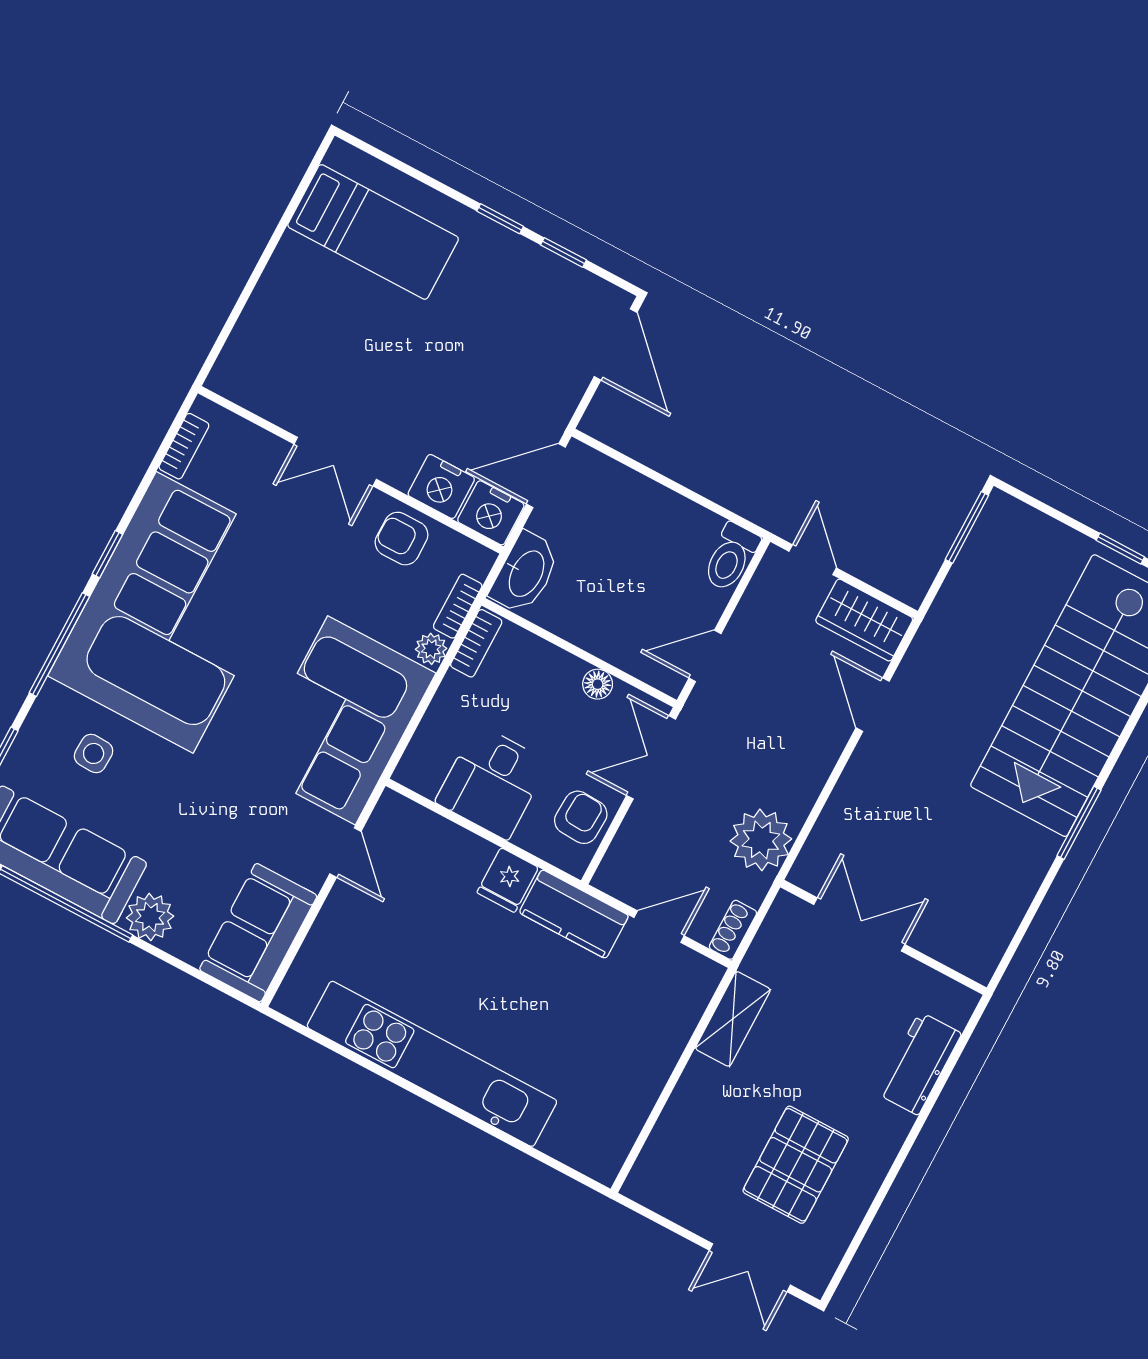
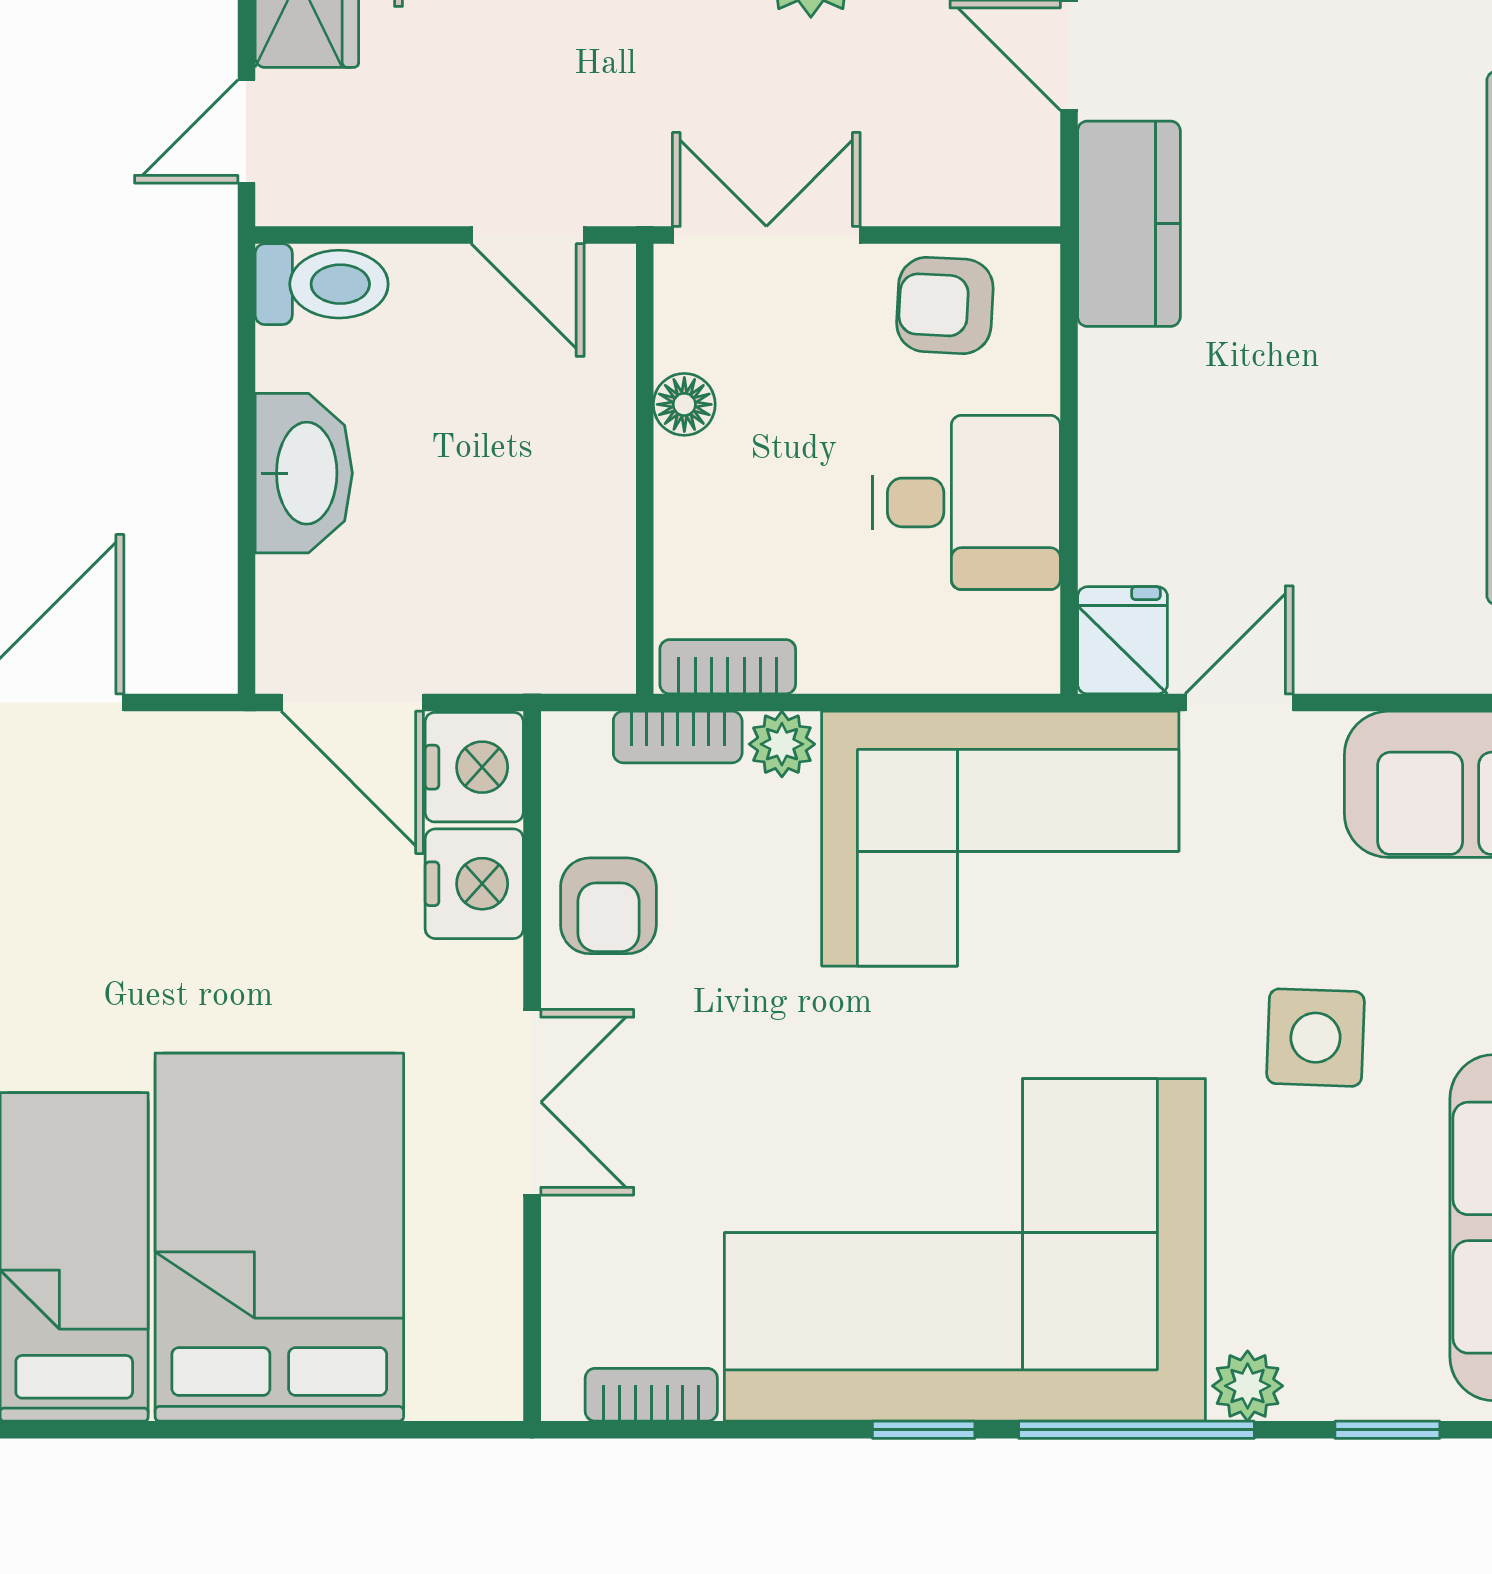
bed: (335, 324) -> (279, 1237), added
washbasin: (525, 573) -> (304, 473), moved, turned 90
plant: (53, 702) -> (1248, 1386), added
side table: (94, 753) -> (1315, 1038), moved, width x1.37, depth x1.37
double door: (651, 757) -> (766, 235), swing flipped
fridge: (508, 880) -> (1123, 640), moved, turned -90

